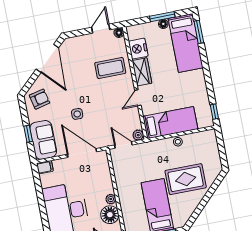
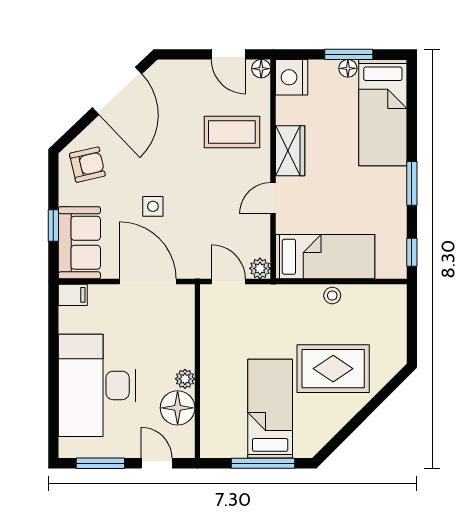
door: (101, 29) -> (228, 54), swing flipped
window: (199, 32) -> (412, 183), moved
nightstand: (138, 49) -> (292, 77), moved

